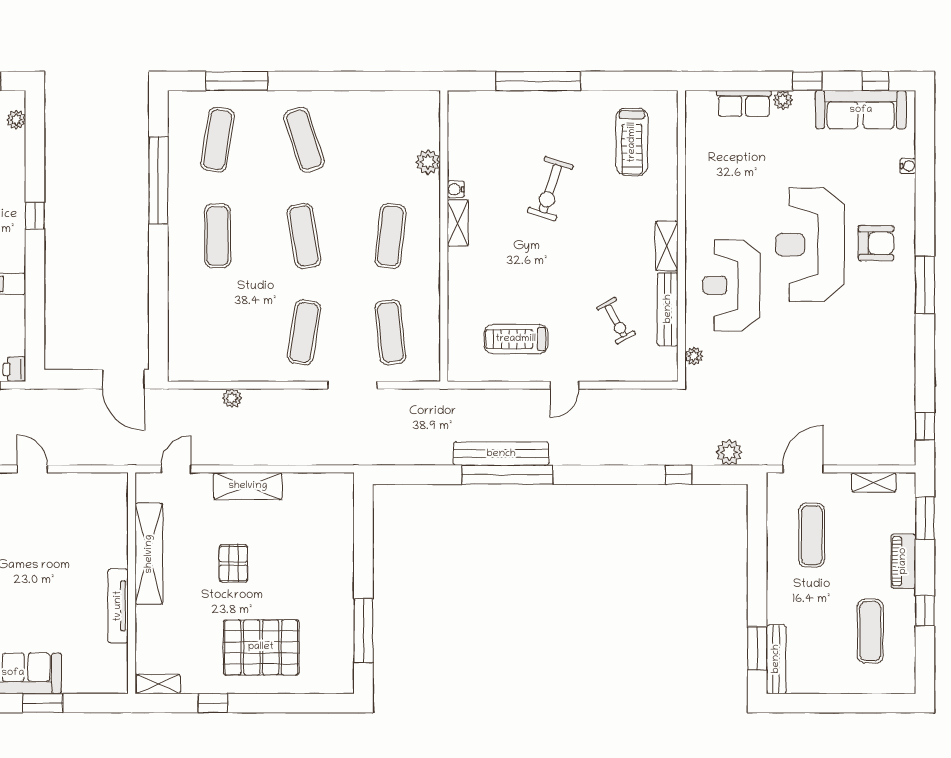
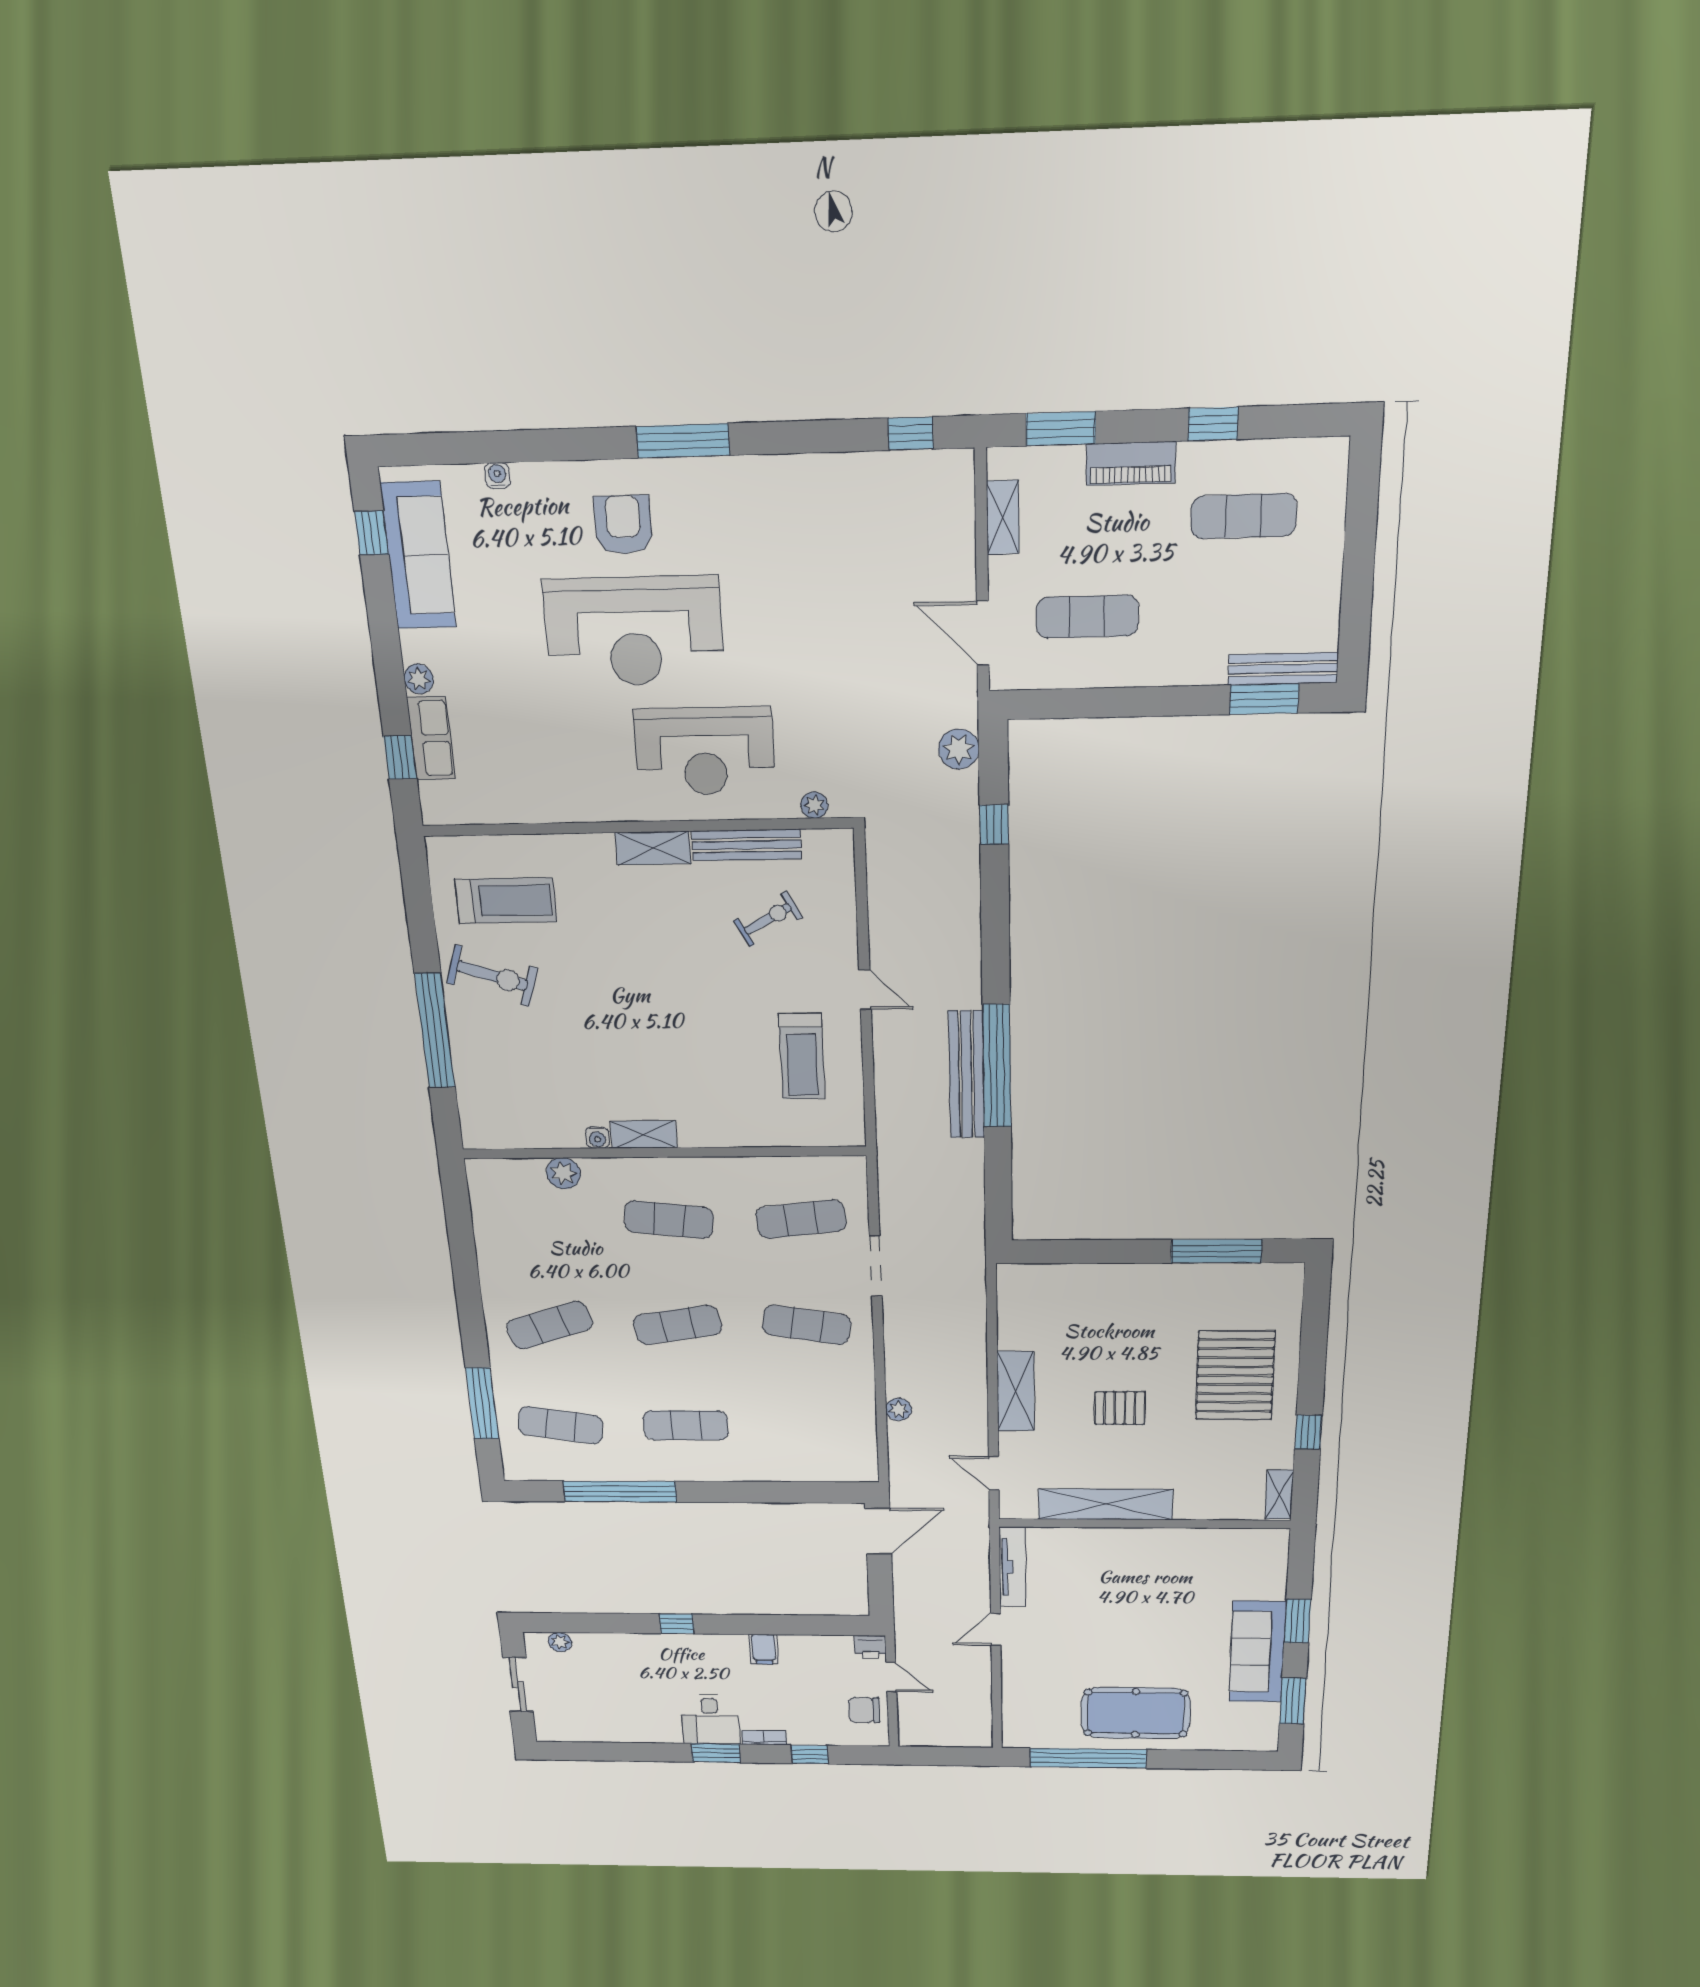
window: (807, 81) -> (400, 757), moved
exercise bike: (550, 189) -> (492, 976), moved
tv unit: (118, 606) -> (1012, 1567), moved, turned -90

